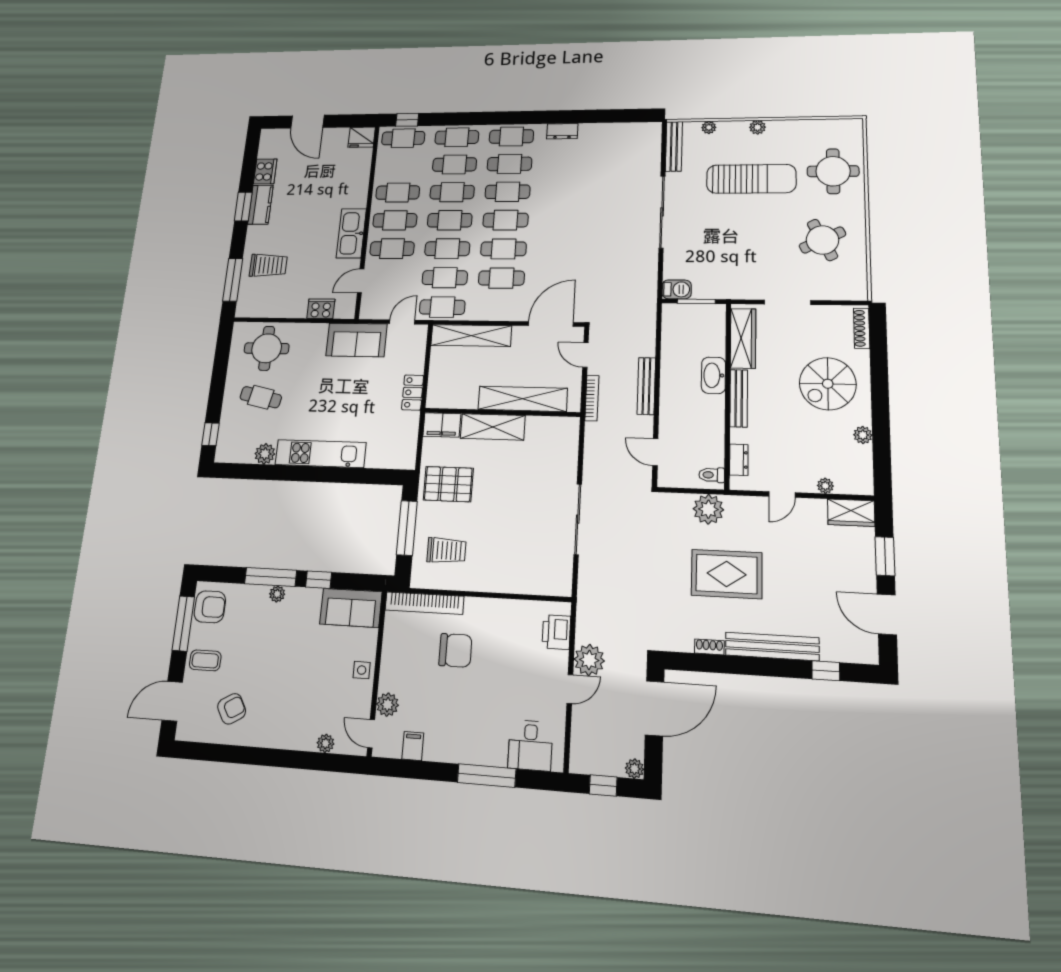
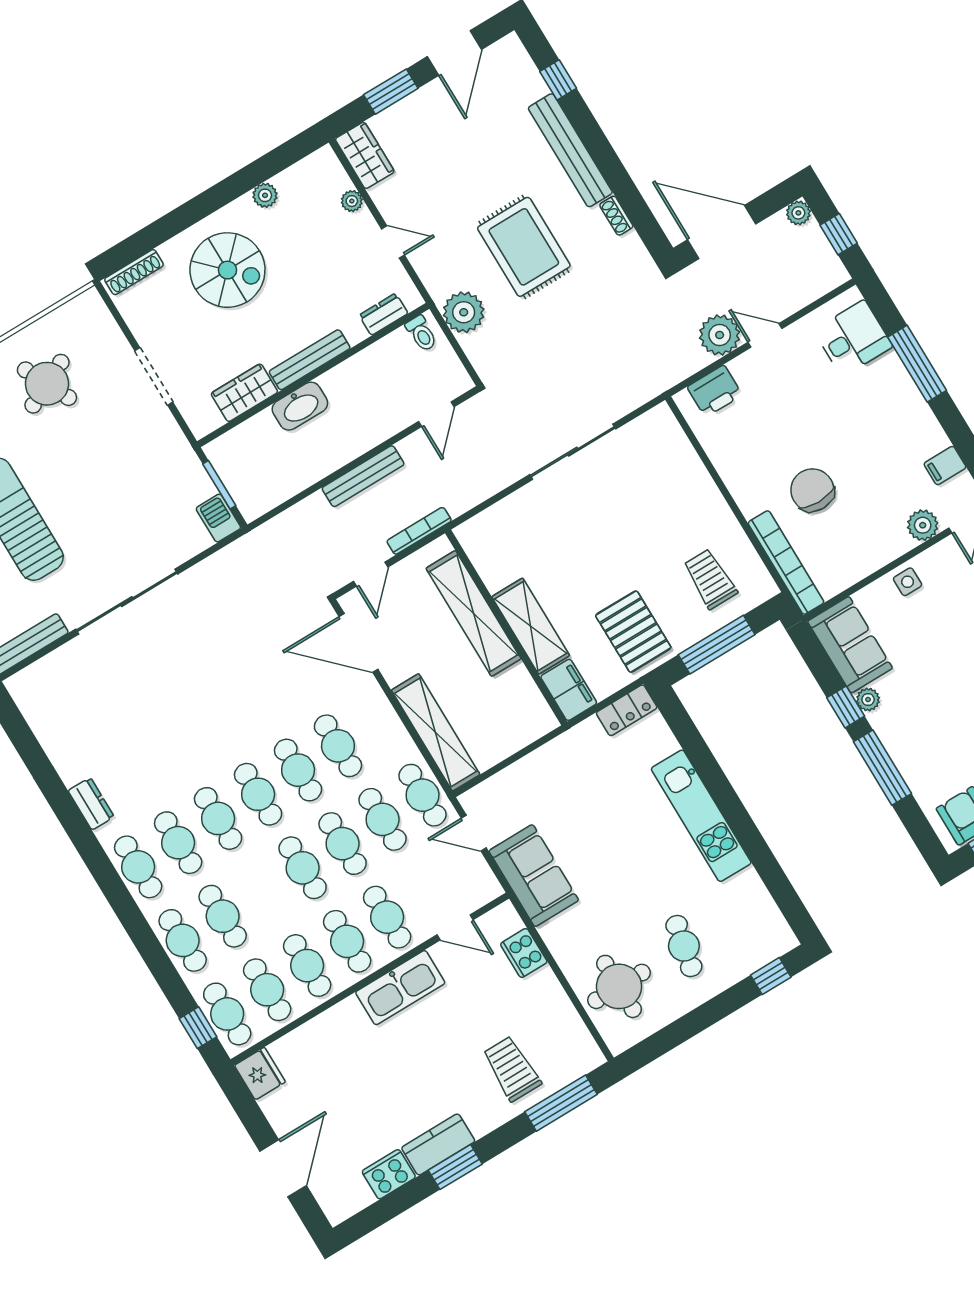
cafe table: (452, 192) -> (267, 990), moved
wardrobe: (743, 338) -> (244, 393), width x0.67
locker: (413, 392) -> (627, 710), moved
plant: (265, 454) -> (748, 886), removed
plant: (277, 594) -> (868, 700), moved

